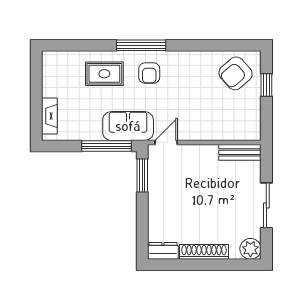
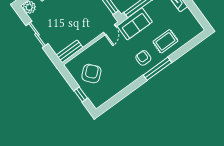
armchair: (236, 73) -> (91, 74), moved

